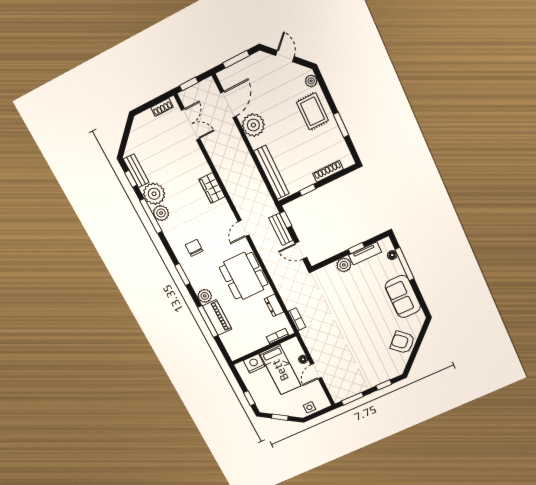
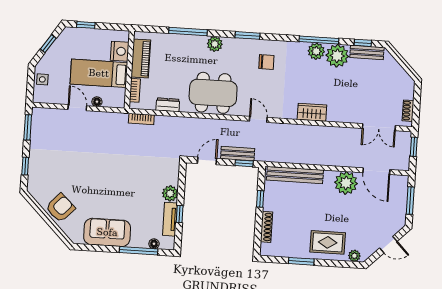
piano: (217, 317) -> (141, 58), moved, turned -90

